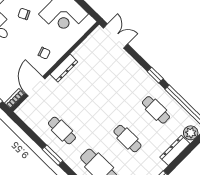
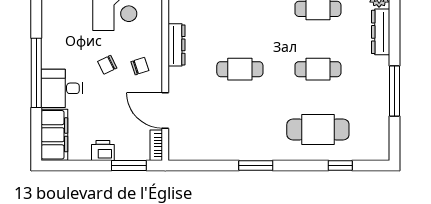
chair: (24, 14) -> (107, 65), moved
dresser: (64, 68) -> (177, 45), moved
cafe table: (62, 130) -> (240, 69), moved

